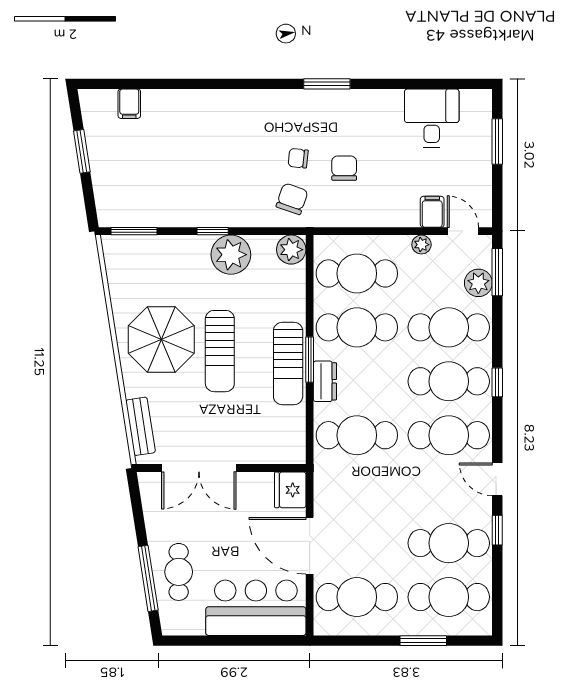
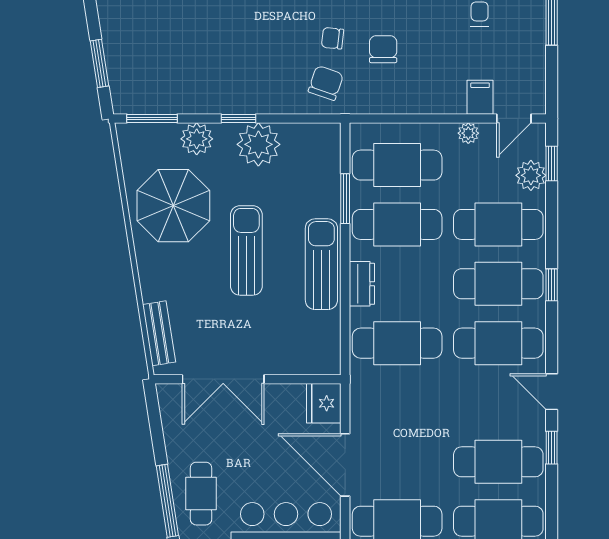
window: (82, 151) -> (100, 63), moved
door: (463, 231) -> (514, 119), swing flipped
plant: (291, 250) -> (197, 139), moved
window: (497, 272) -> (552, 164), width x0.67
parasol: (161, 339) -> (173, 206), moved
sun lounger: (220, 351) -> (246, 250), turned 180
window: (310, 360) -> (345, 199), moved
sun lounger: (288, 363) -> (321, 264), turned 180

